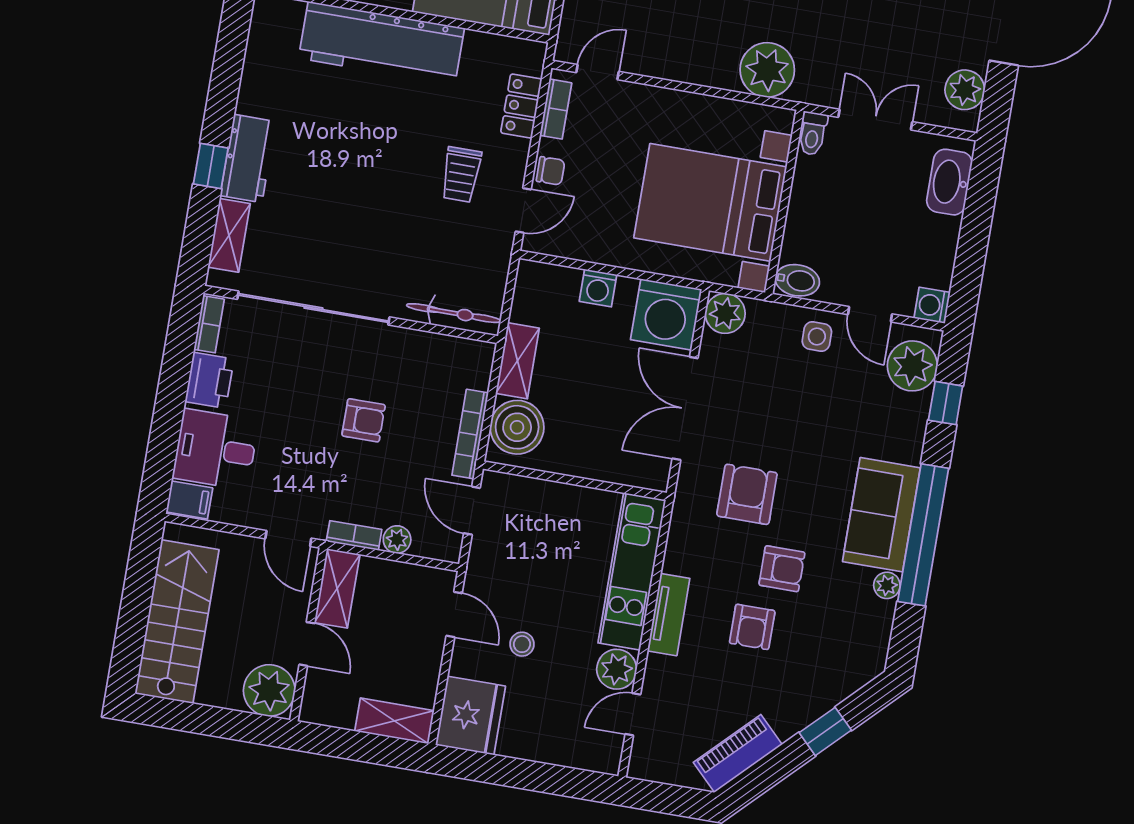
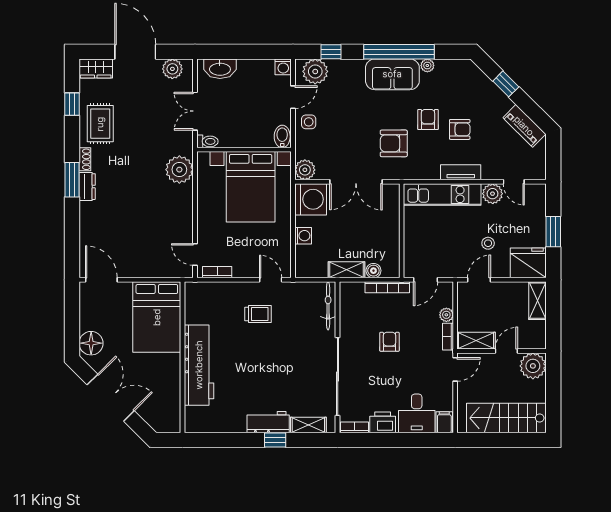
locker: (521, 106) -> (219, 290), removed
chair: (551, 171) -> (248, 269), removed
boiler: (517, 427) -> (373, 271), width x0.54, depth x0.54
window: (523, 774) -> (553, 232), added

